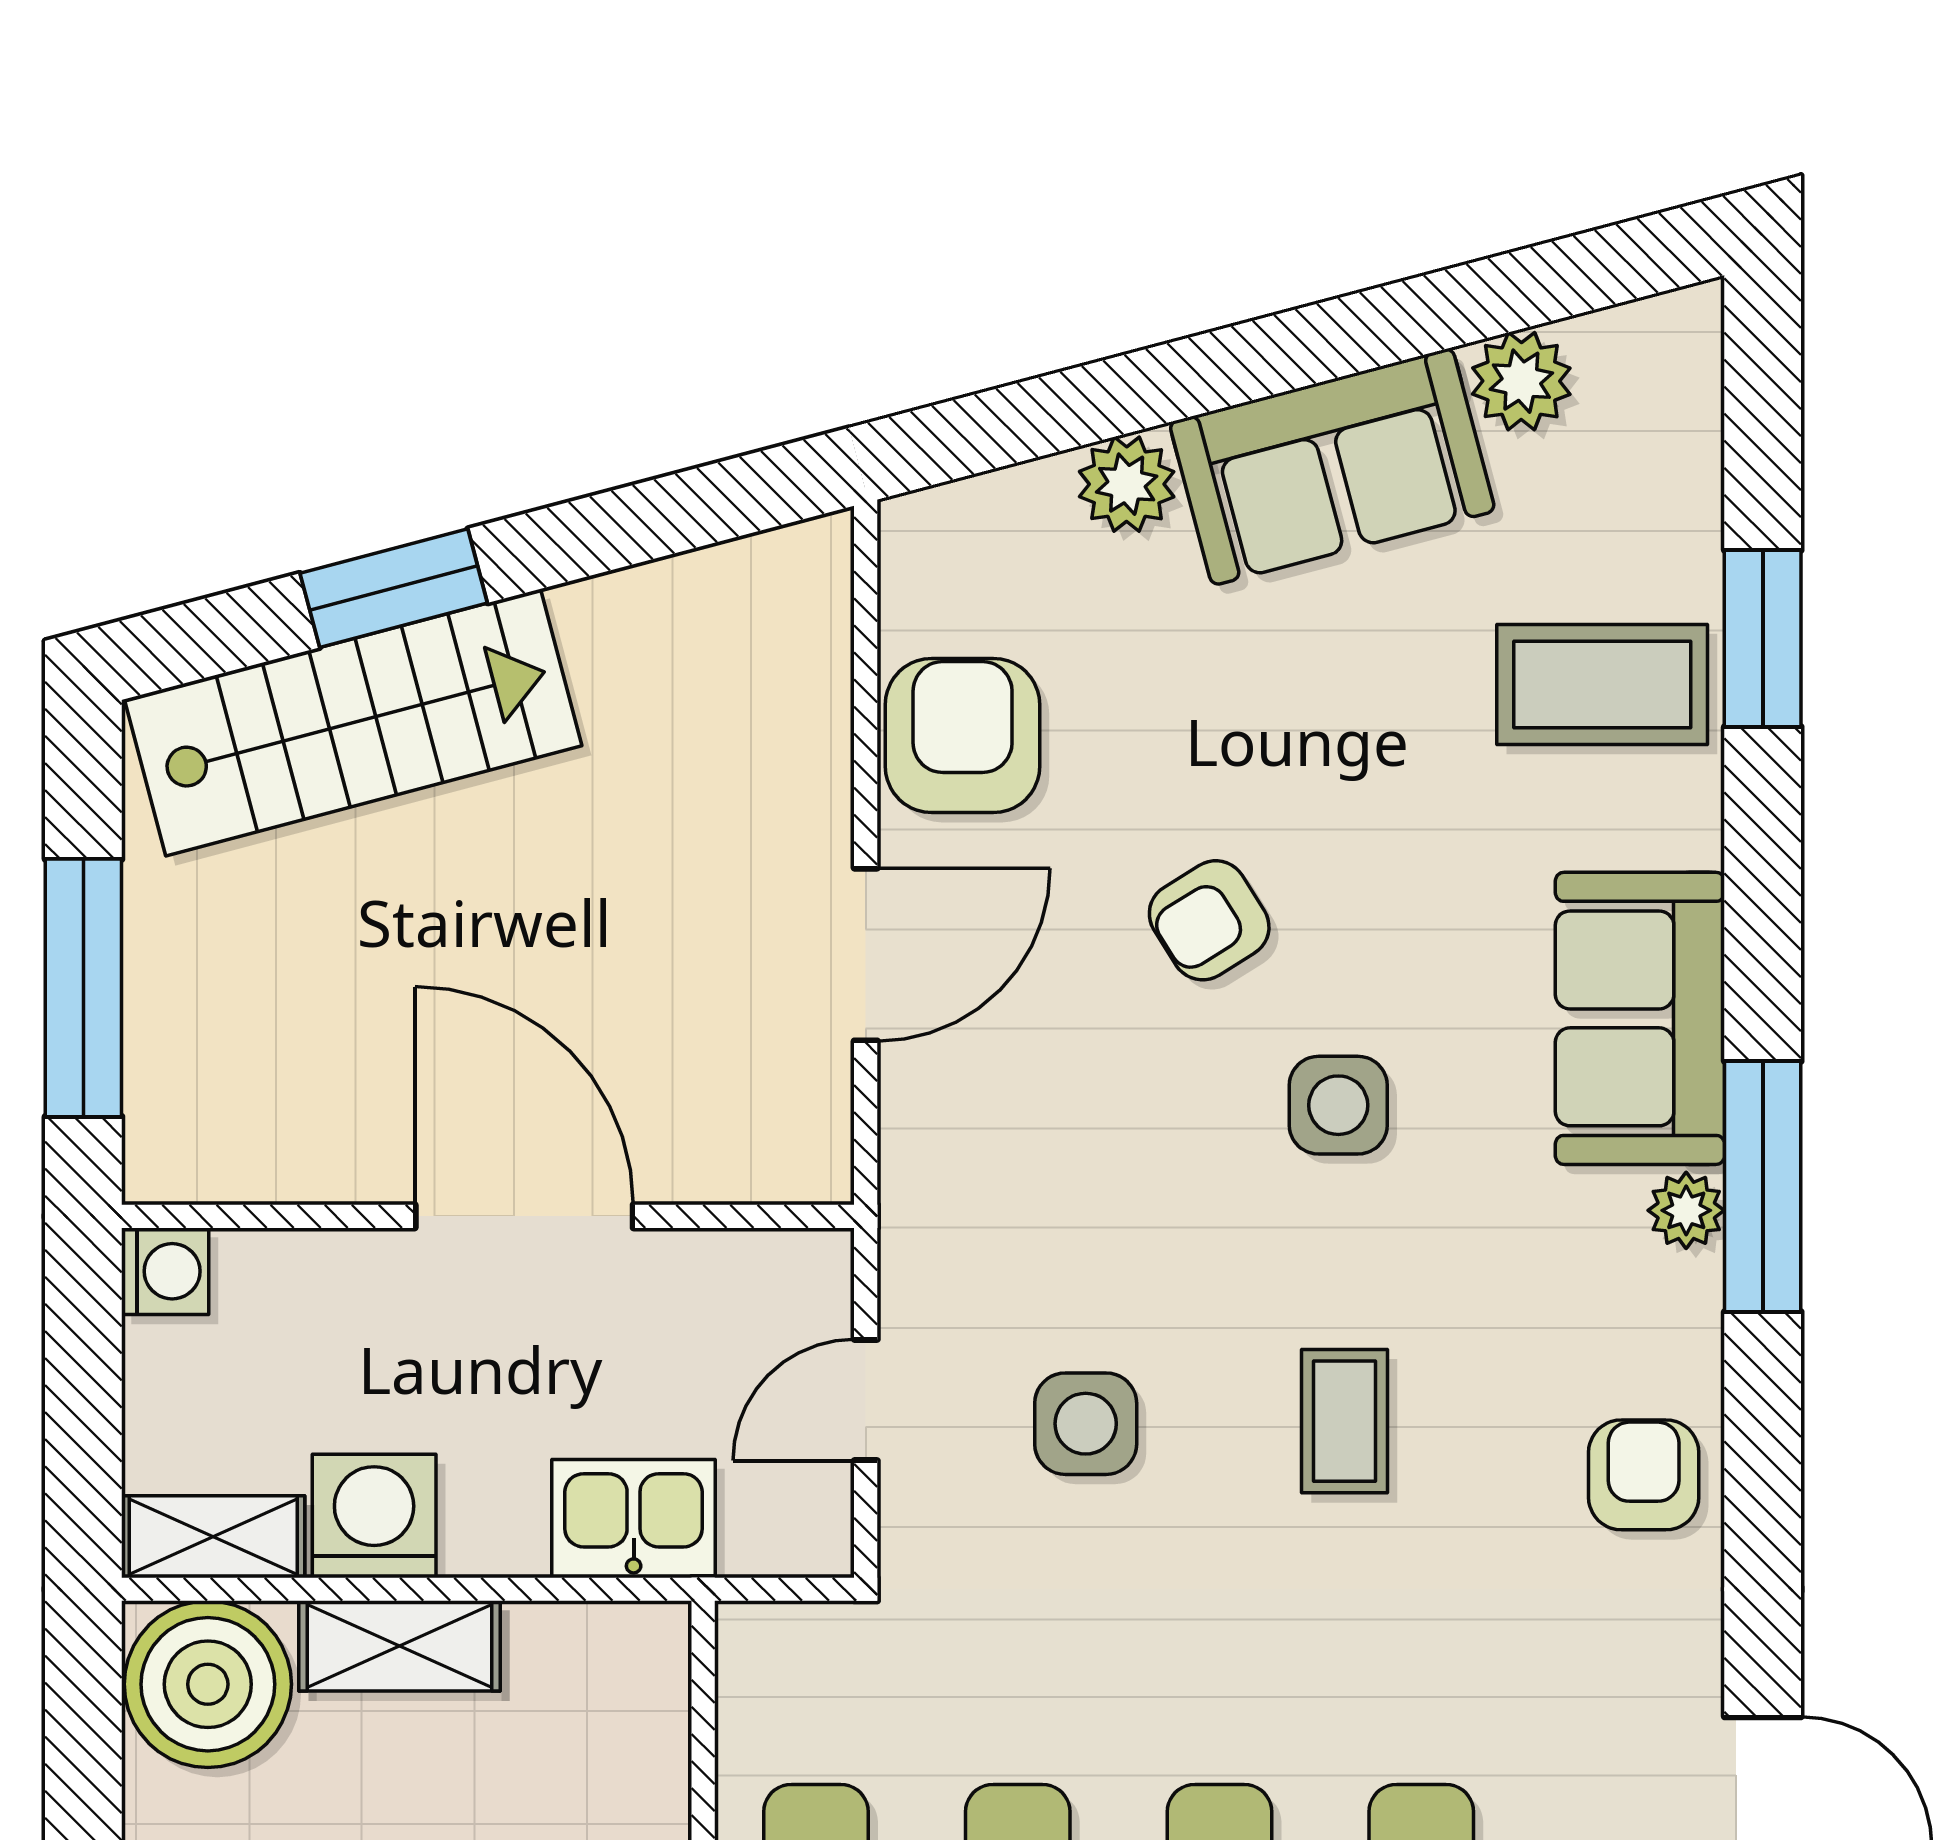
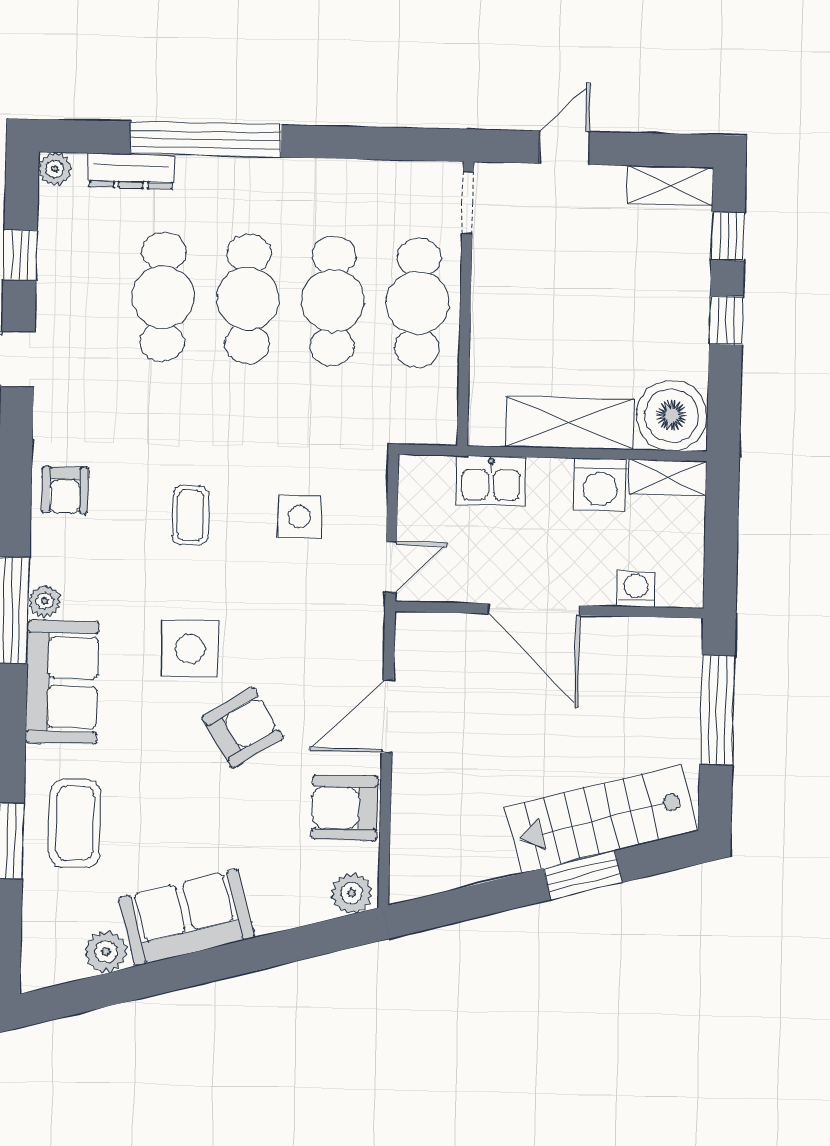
plant: (1127, 484) -> (352, 893), moved
coffee table: (1602, 684) -> (75, 823), turned 90
armchair: (963, 736) -> (345, 808), turned 90
armchair: (1209, 920) -> (243, 728), width x1.38, depth x1.38
side table: (1338, 1105) -> (190, 648), width x1.37, depth x1.37
washing machine: (165, 1271) -> (636, 589), moved, turned 90
door: (866, 1400) -> (391, 567), moved
shelving: (399, 1646) -> (570, 423), width x1.50, depth x1.33

